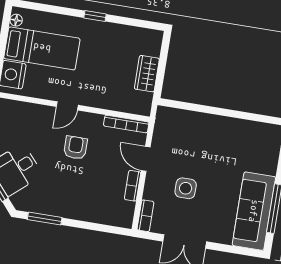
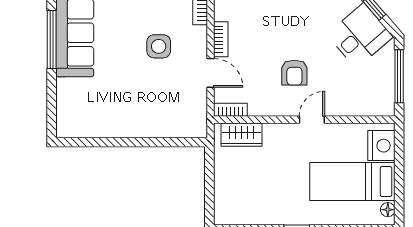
wardrobe: (147, 74) -> (241, 135), moved, turned 90
bookcase: (126, 124) -> (230, 110), width x0.64

